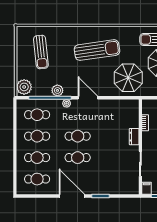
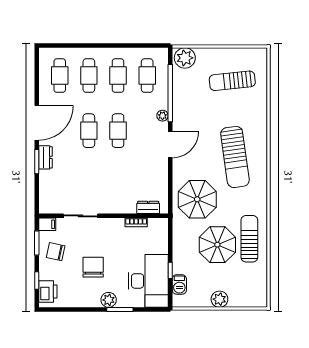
plant: (57, 90) -> (180, 103), removed
dresser: (134, 137) -> (148, 207), moved
dresser: (97, 190) -> (45, 157), added

